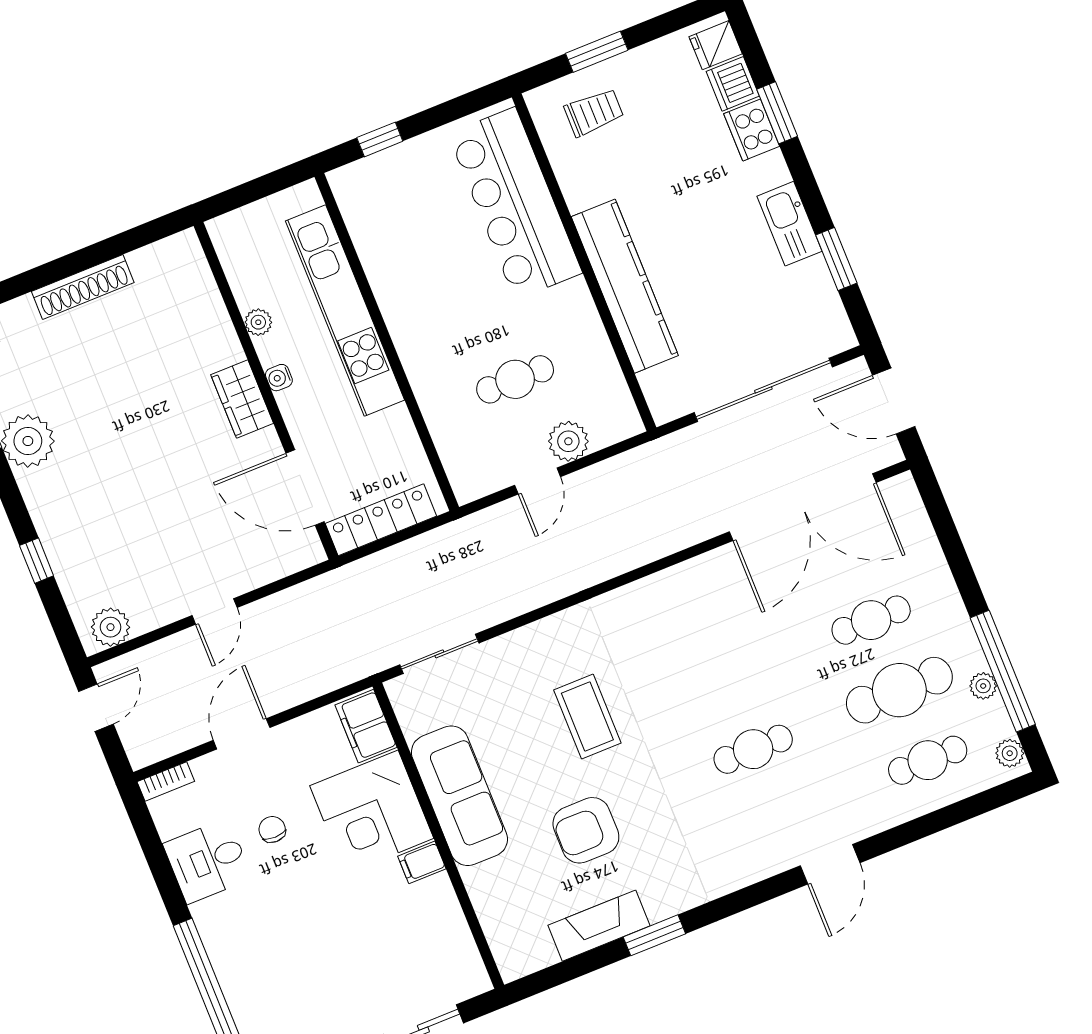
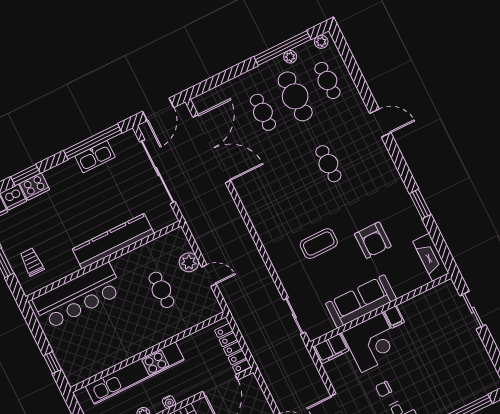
kitchen sink: (789, 224) -> (95, 157), moved
window: (836, 259) -> (93, 142), width x2.11
fireplace: (599, 926) -> (431, 257), moved

